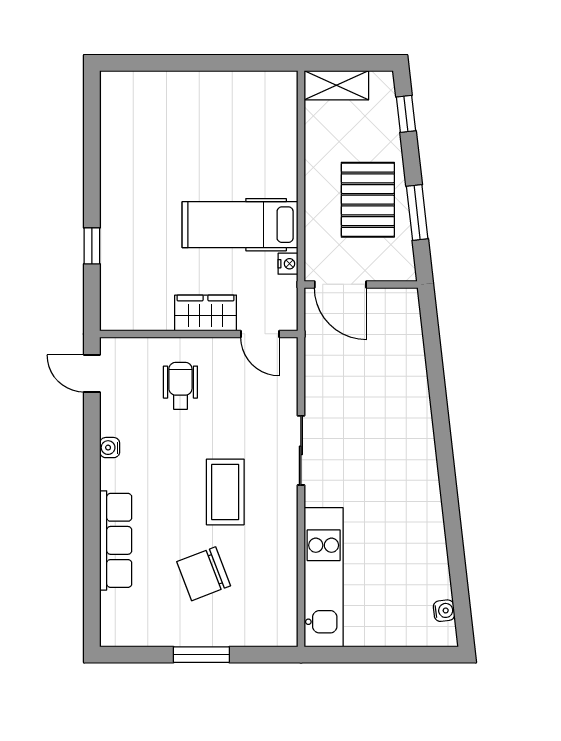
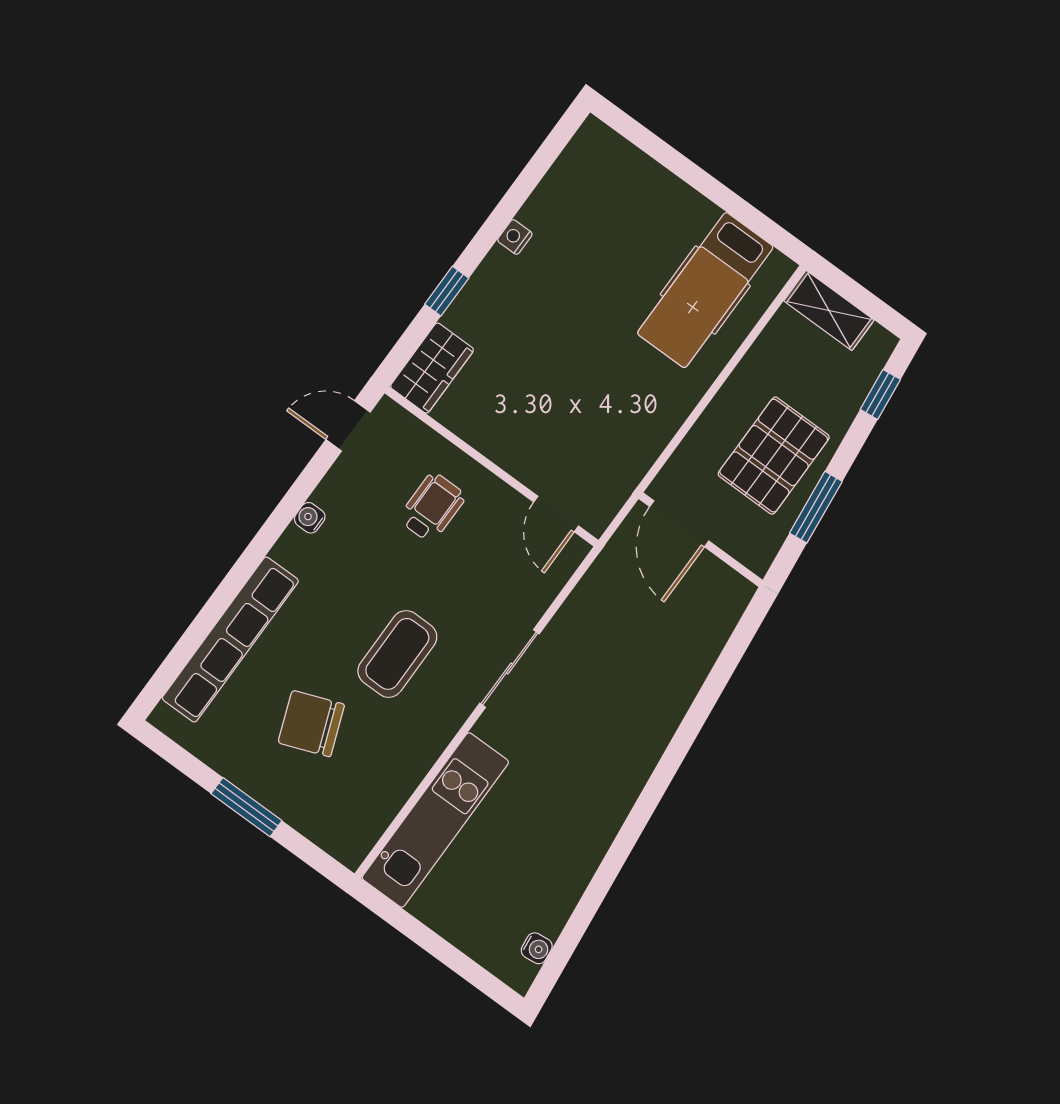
hospital bed: (240, 225) -> (705, 290), moved, turned -90
nightstand: (288, 264) -> (515, 237), moved, turned 180
wardrobe: (206, 313) -> (432, 368), moved, turned 90
door: (92, 374) -> (348, 426), hinge flipped
row of seats: (116, 540) -> (230, 640), width x1.36

